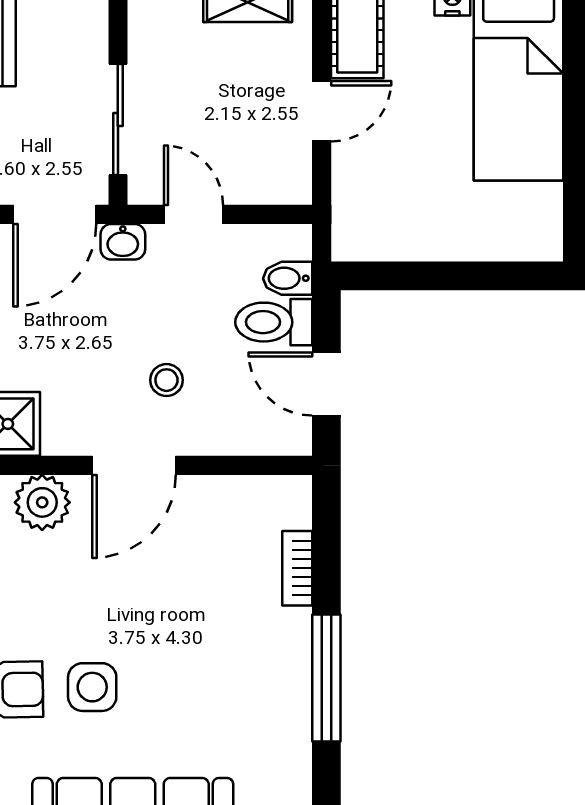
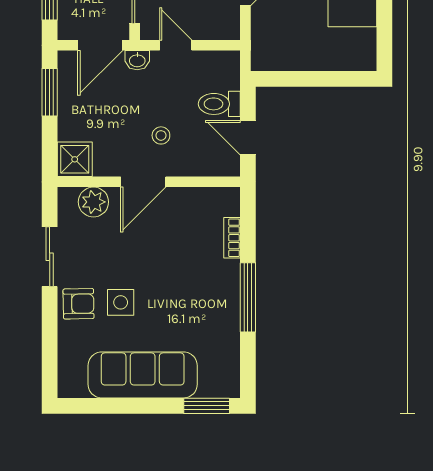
bidet: (288, 278) -> (227, 80), removed

